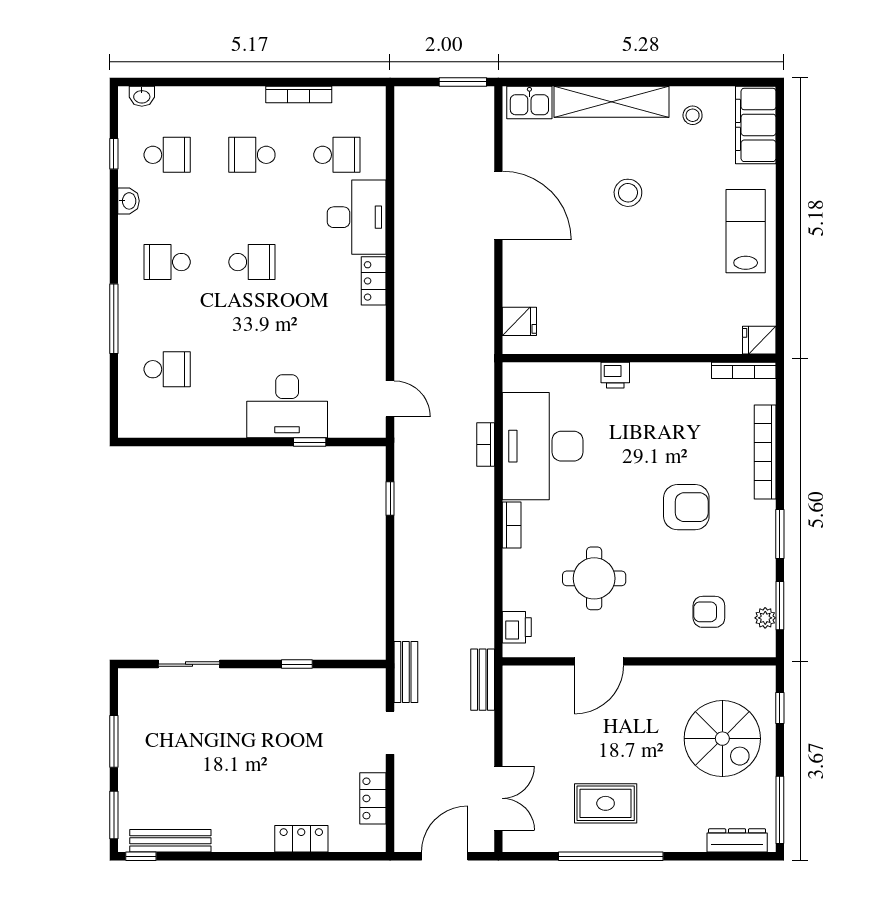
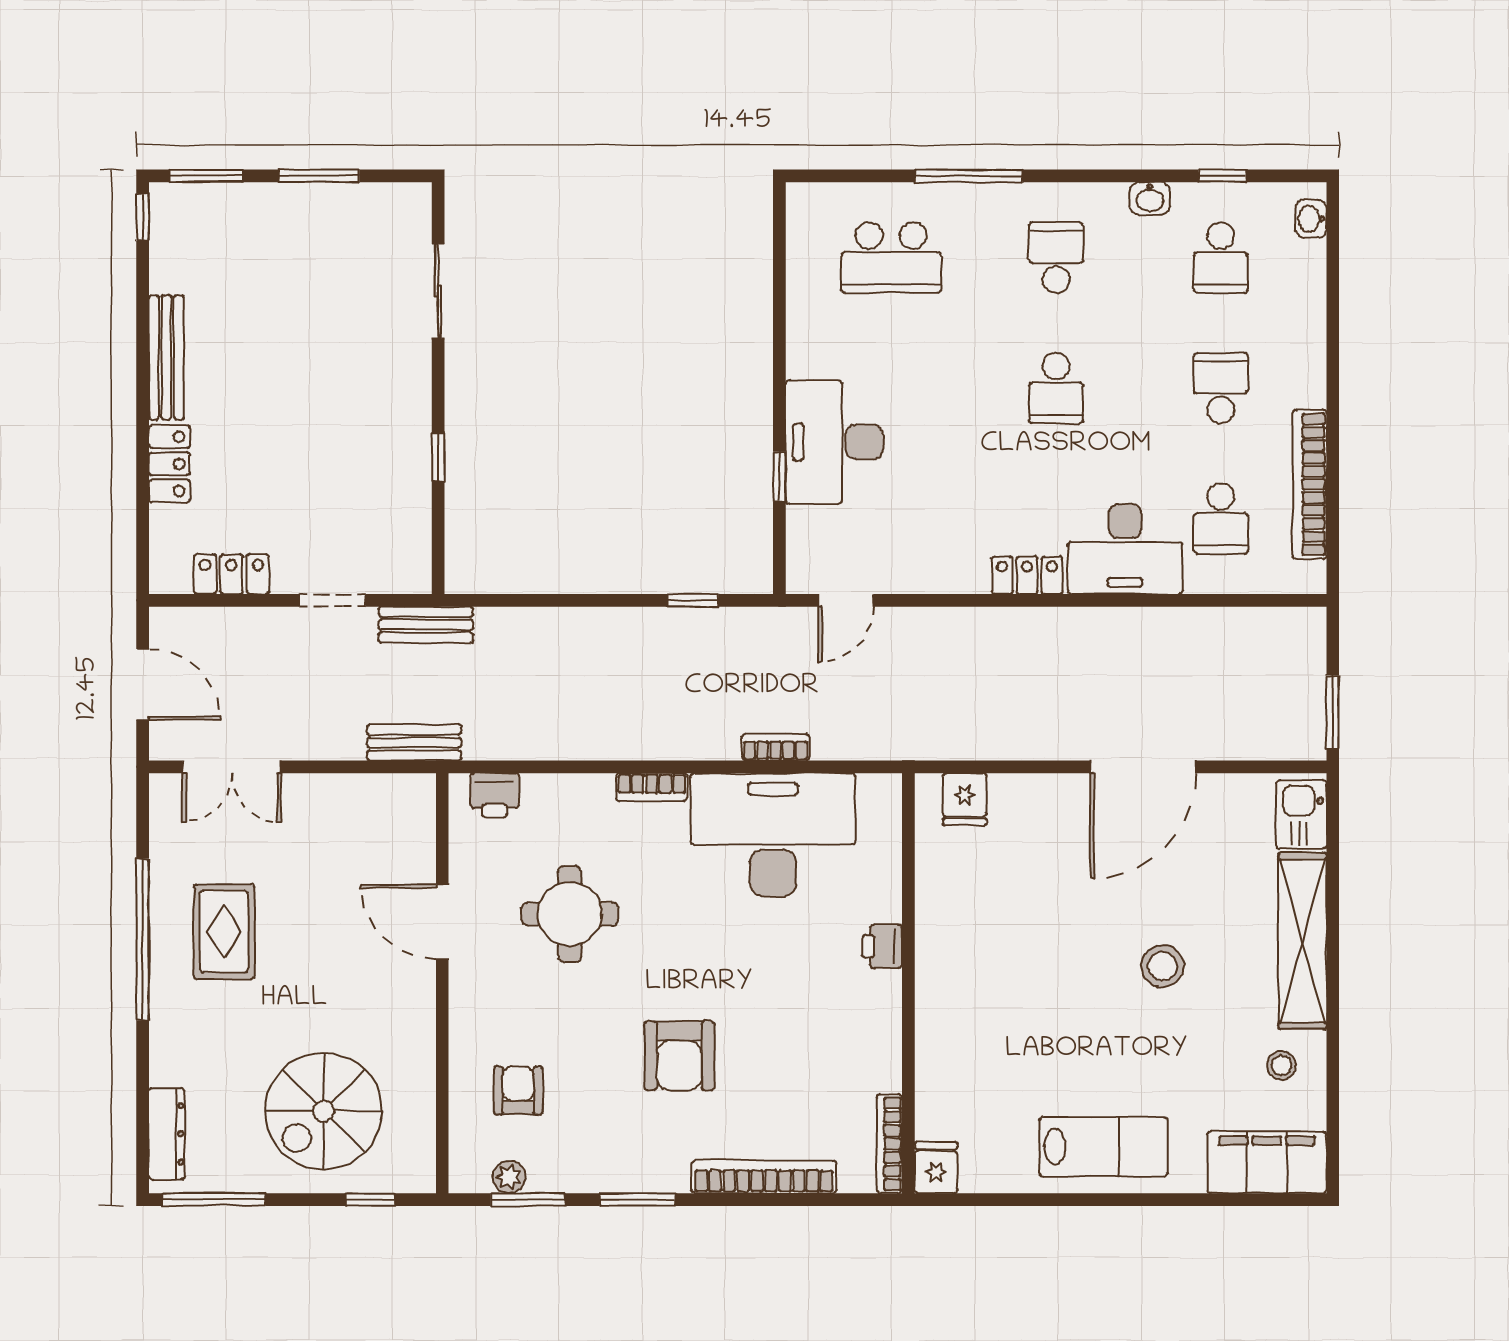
bookcase: (299, 94) -> (1310, 484), width x1.48, depth x1.31
school desk: (167, 369) -> (891, 258), width x1.85
bench: (170, 841) -> (166, 357), moved

